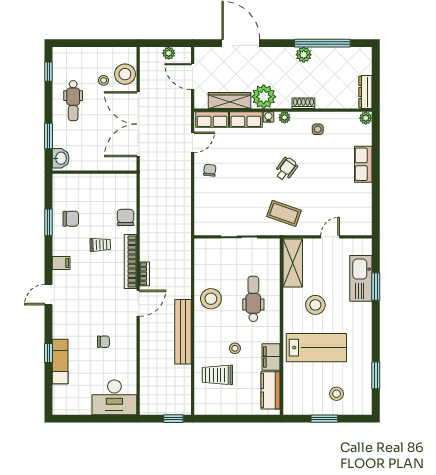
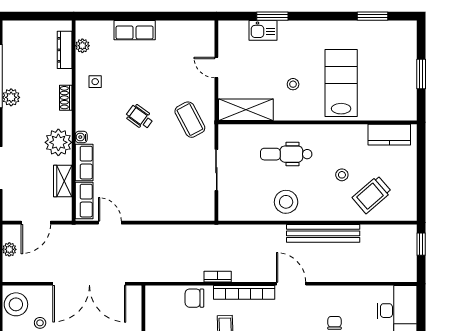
stool: (125, 74) -> (16, 304), moved
dresser: (365, 92) -> (65, 50), moved, turned 90
wardrobe: (229, 101) -> (63, 181), width x0.67
plant: (285, 117) -> (82, 119), removed
plant: (366, 118) -> (82, 46), moved
chair: (210, 170) -> (141, 203), removed
coffee table: (284, 213) -> (190, 120), turned -47
bookcase: (145, 274) -> (218, 277), moved
kitchen sink: (361, 278) -> (263, 30), width x0.53, depth x0.81
stool: (315, 305) -> (293, 84), width x0.53, depth x0.53
filing cabinet: (271, 357) -> (352, 134), removed
trolley: (217, 375) -> (372, 195), turned 49
stool: (336, 394) -> (393, 60), removed

